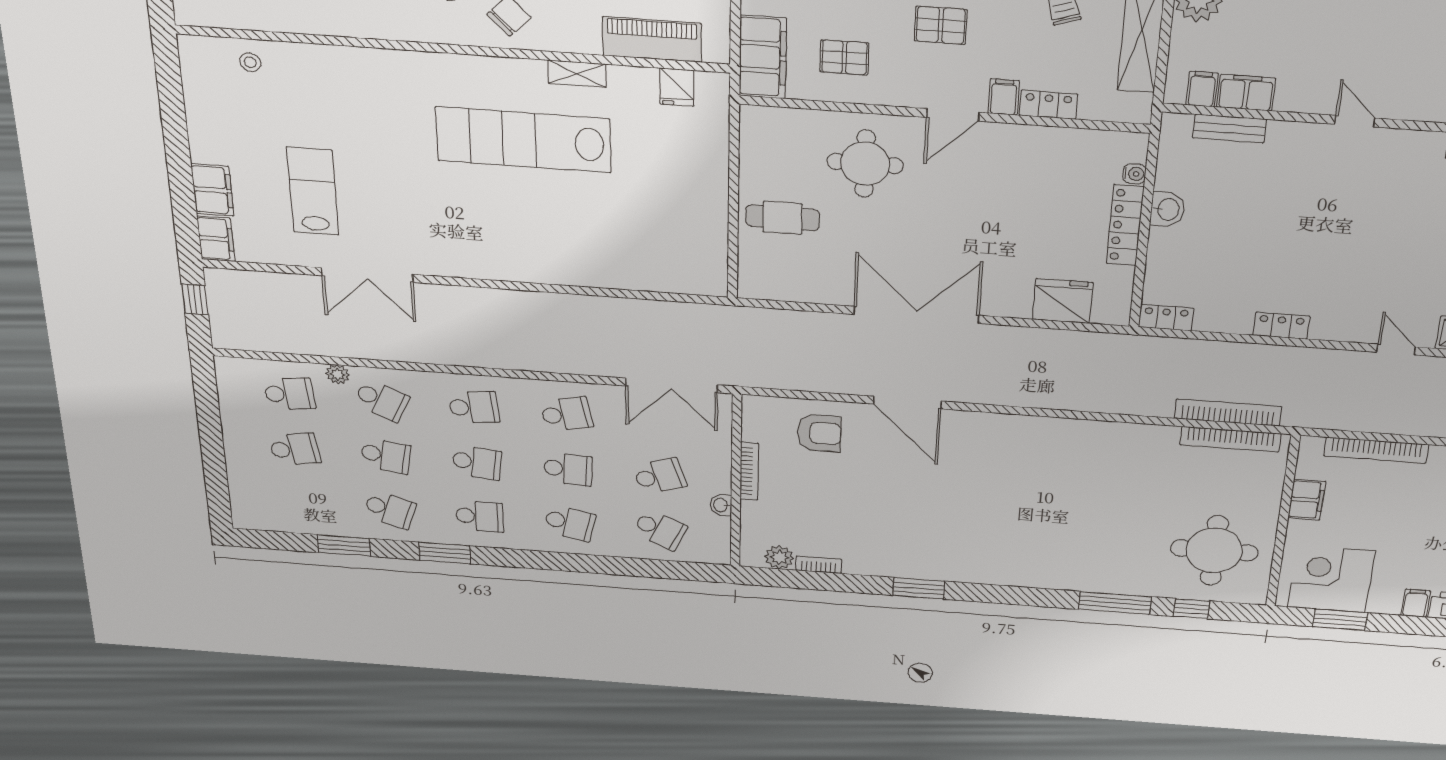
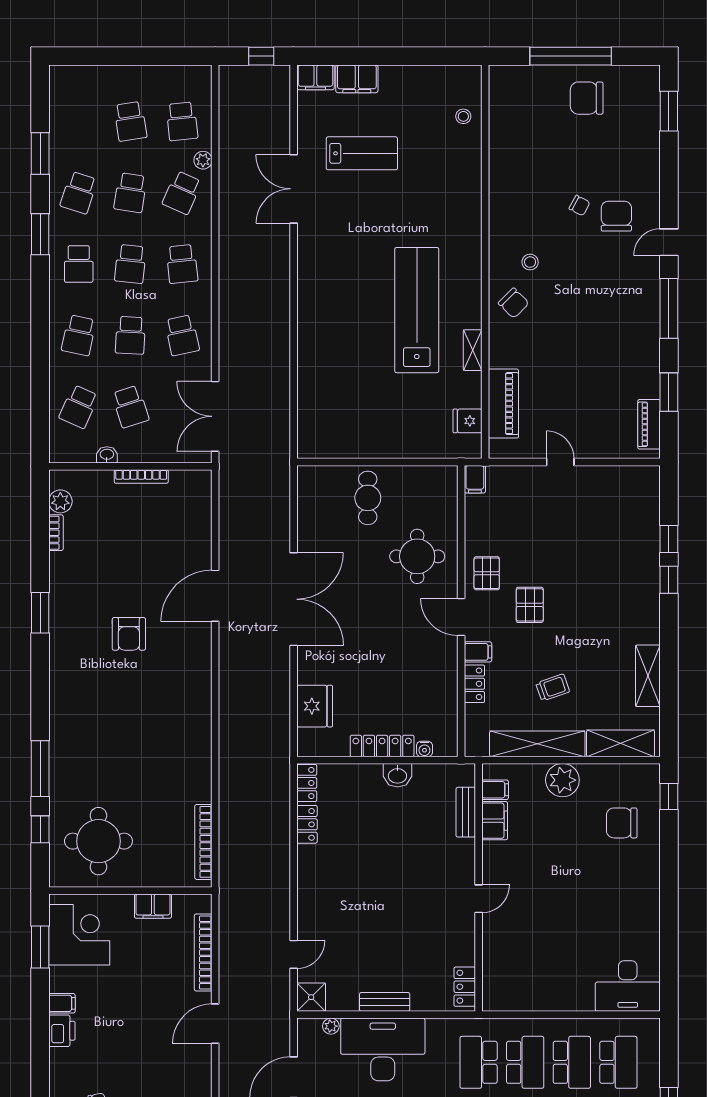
filing cabinet: (763, 57) -> (475, 479), width x0.33, depth x0.86
pallet: (844, 57) -> (487, 573), moved
locker: (1281, 326) -> (307, 824), moved
bookcase: (1228, 412) -> (227, 838), removed
armchair: (819, 433) -> (129, 634), moved

